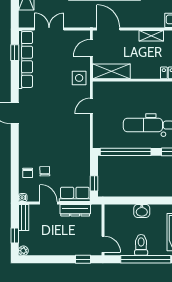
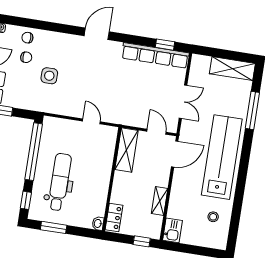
double door: (49, 29) -> (183, 102), moved
side table: (79, 78) -> (49, 76), moved

